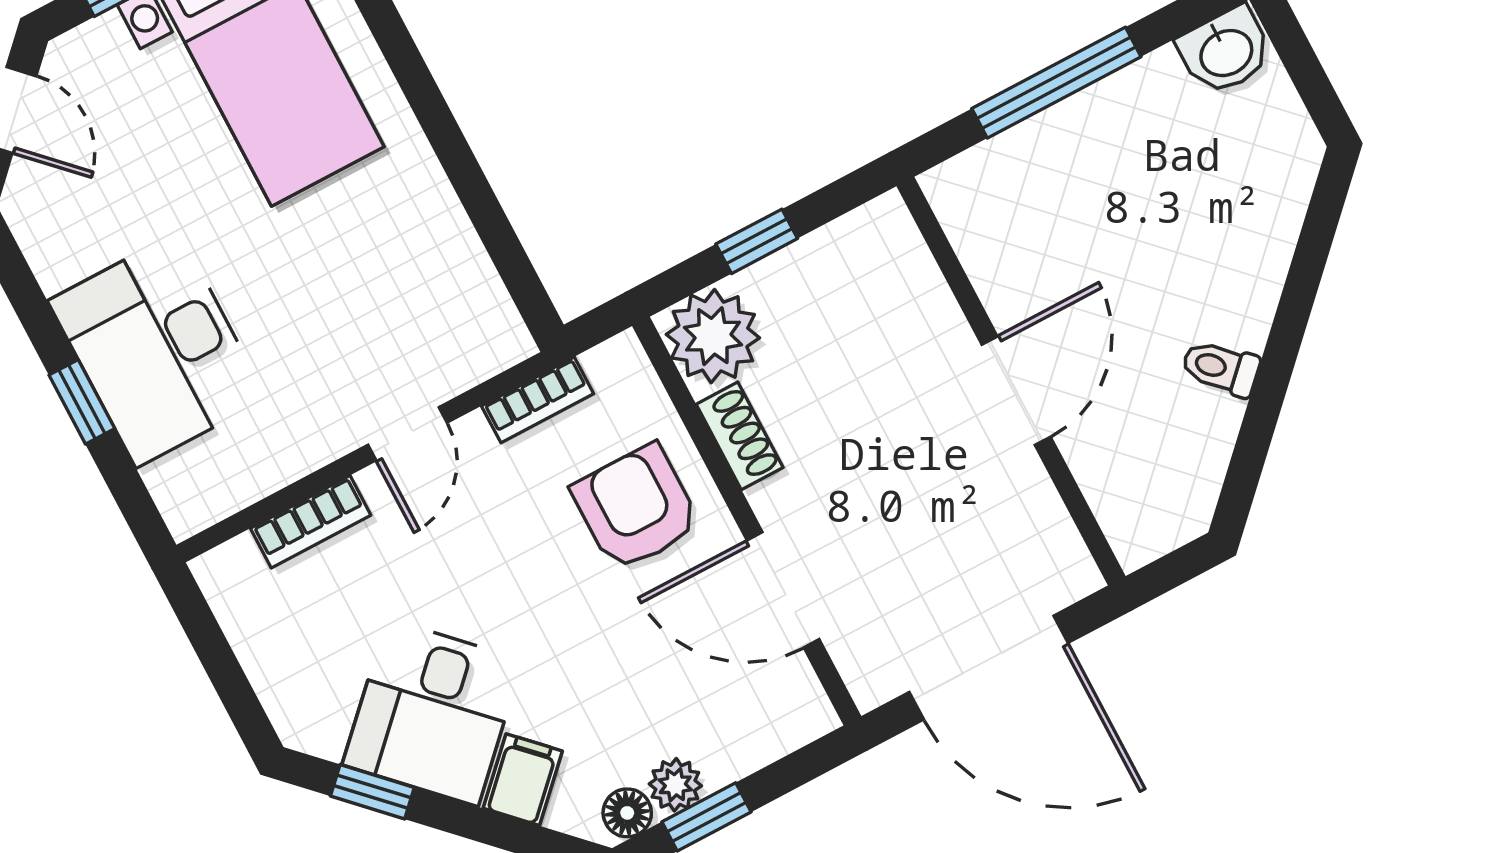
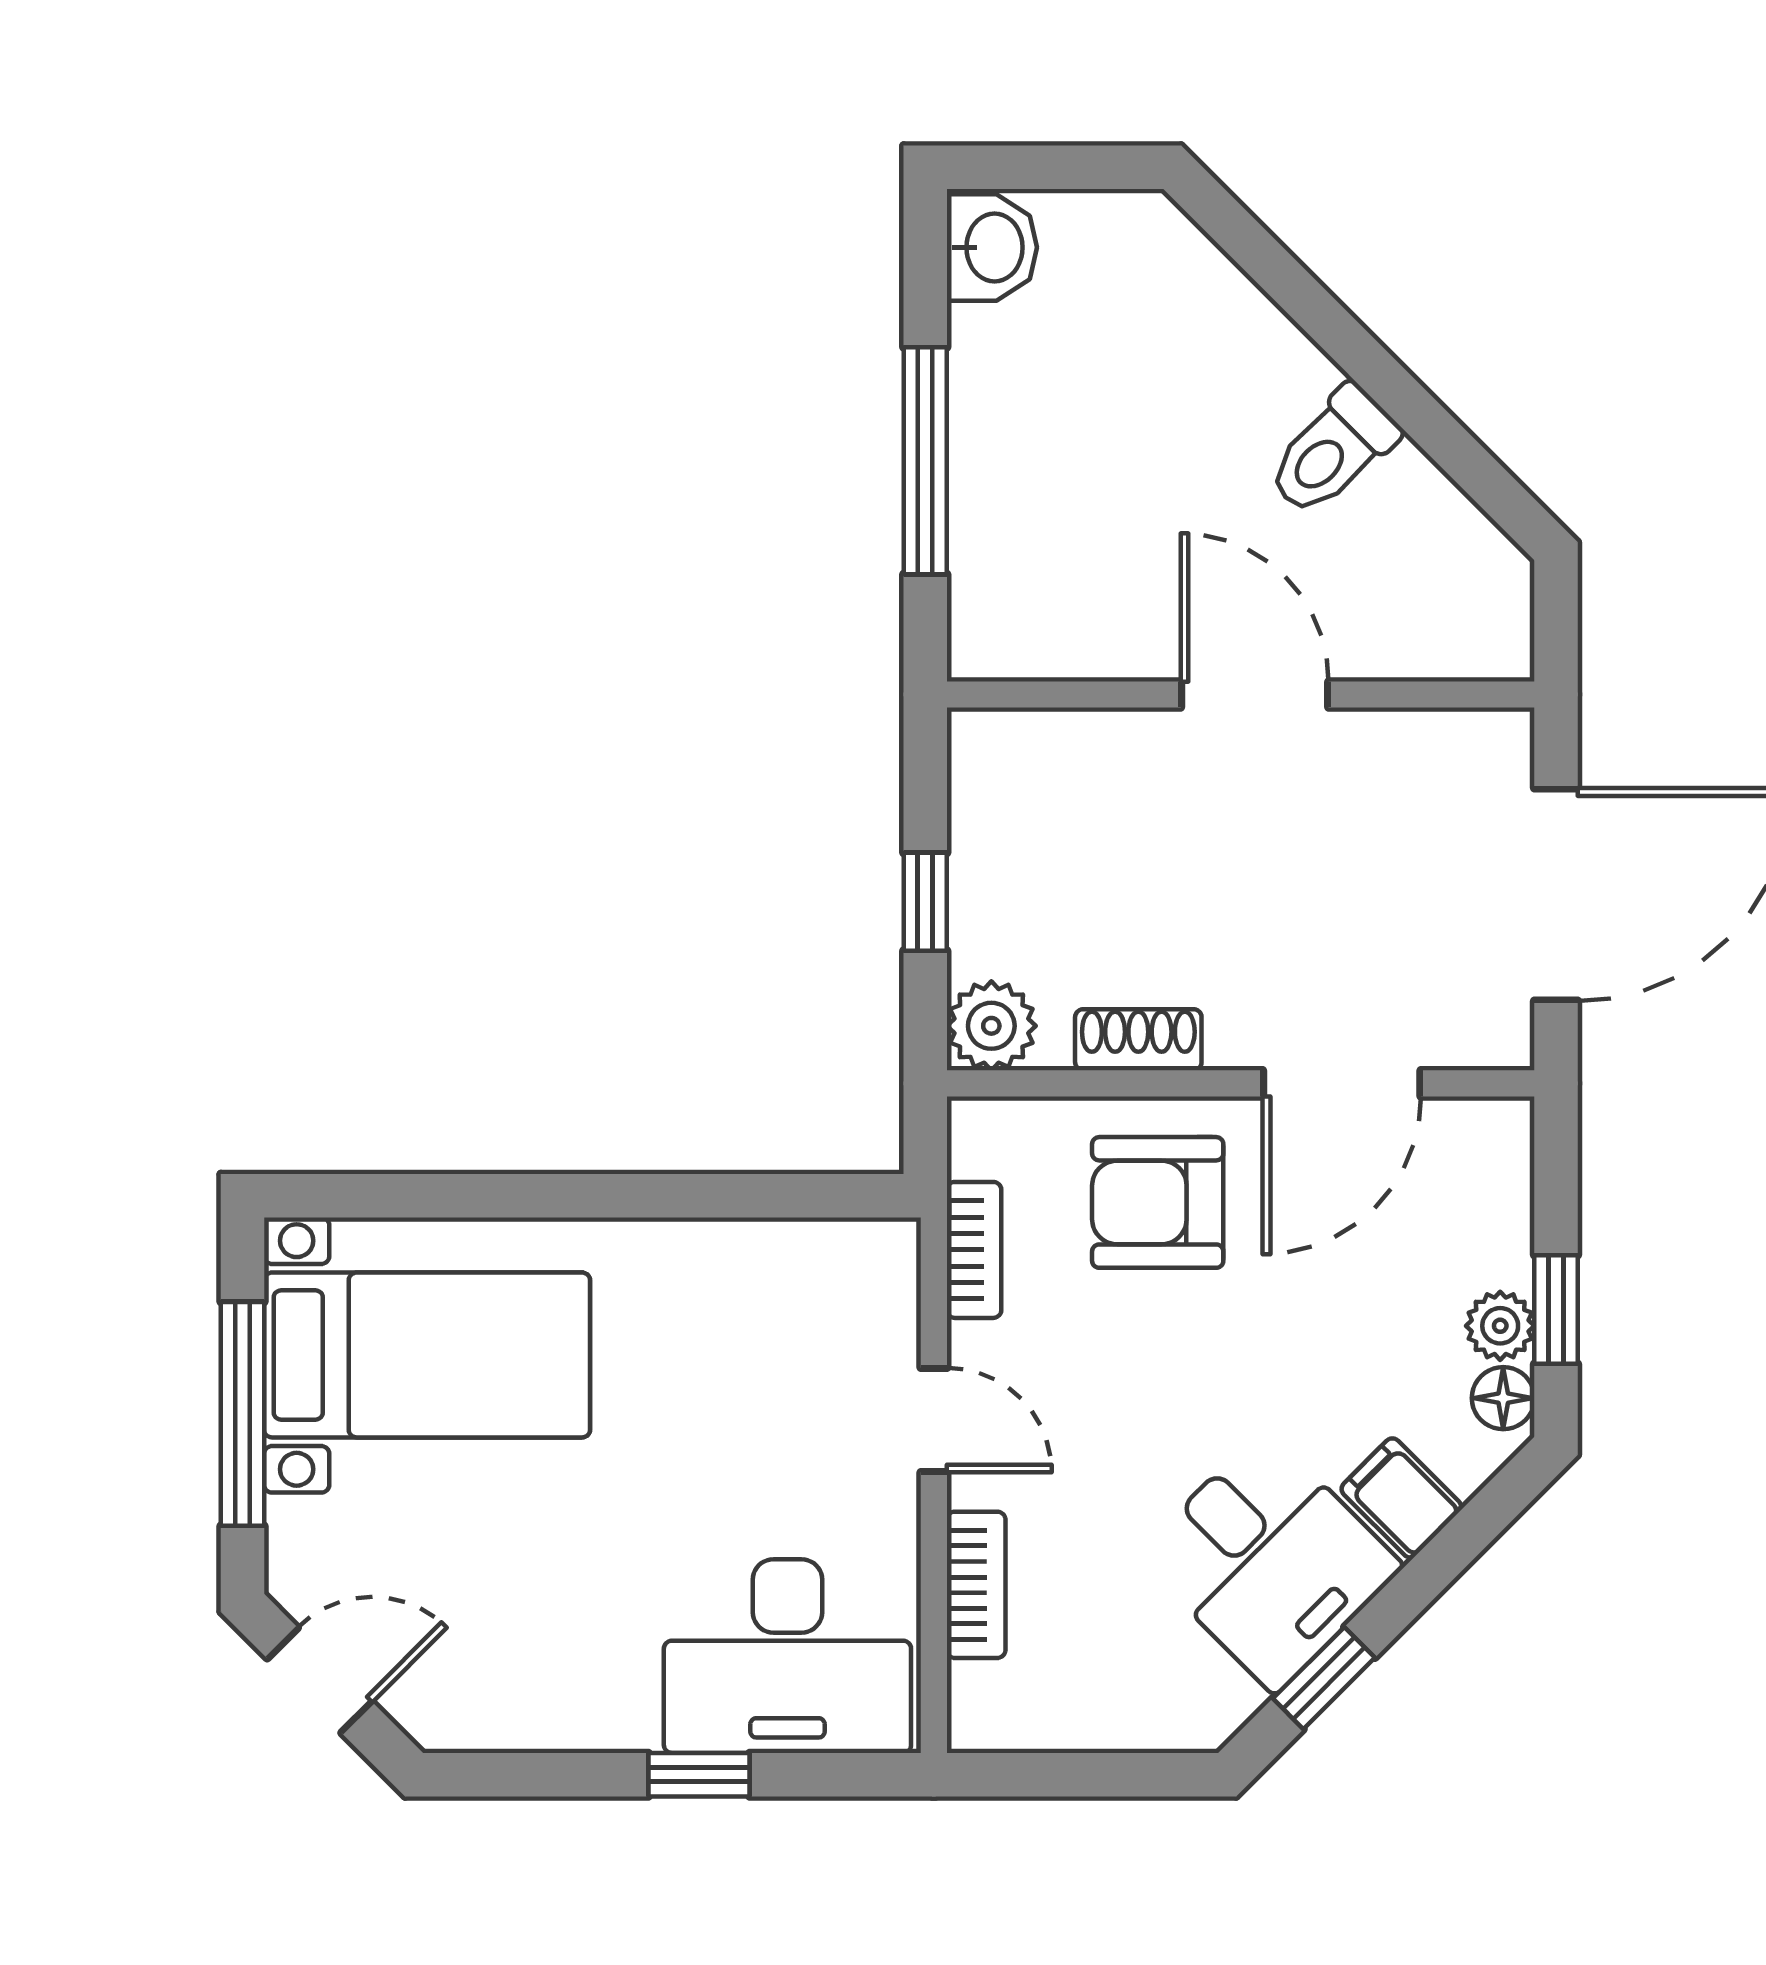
plant: (713, 336) -> (991, 1026), width x0.73, depth x0.73
desk: (158, 350) -> (787, 1656), moved
toilet: (1221, 368) -> (1332, 451), width x1.37, depth x1.39

